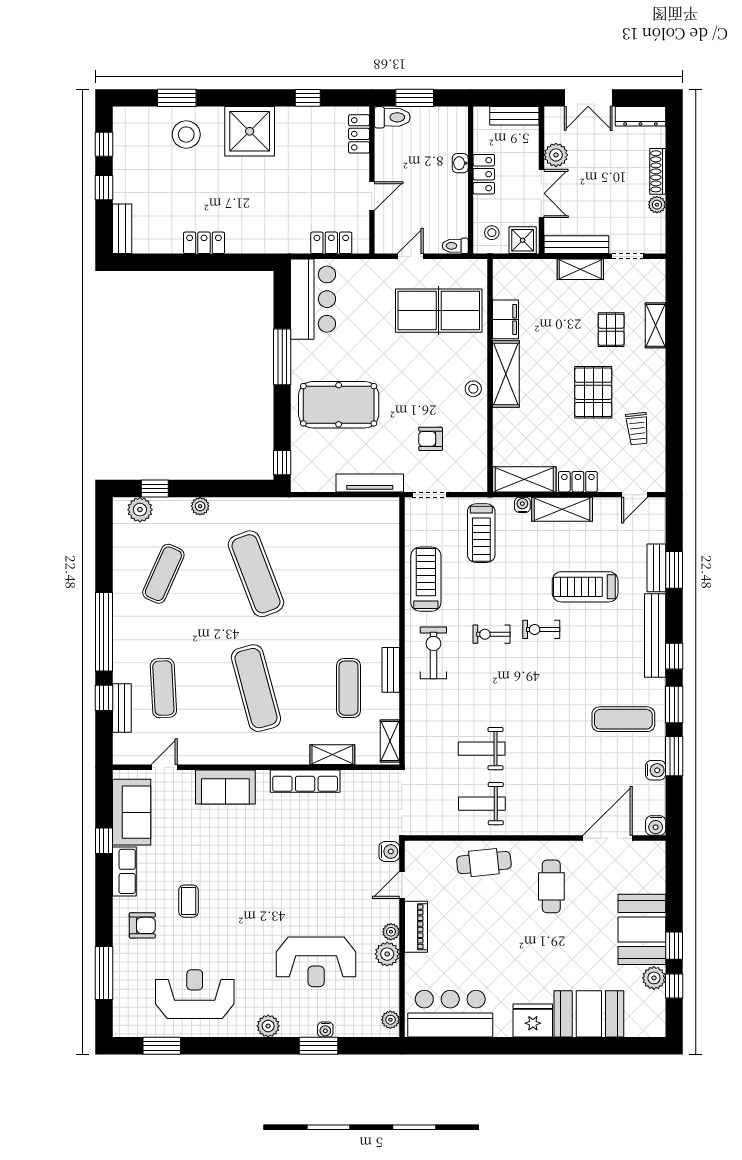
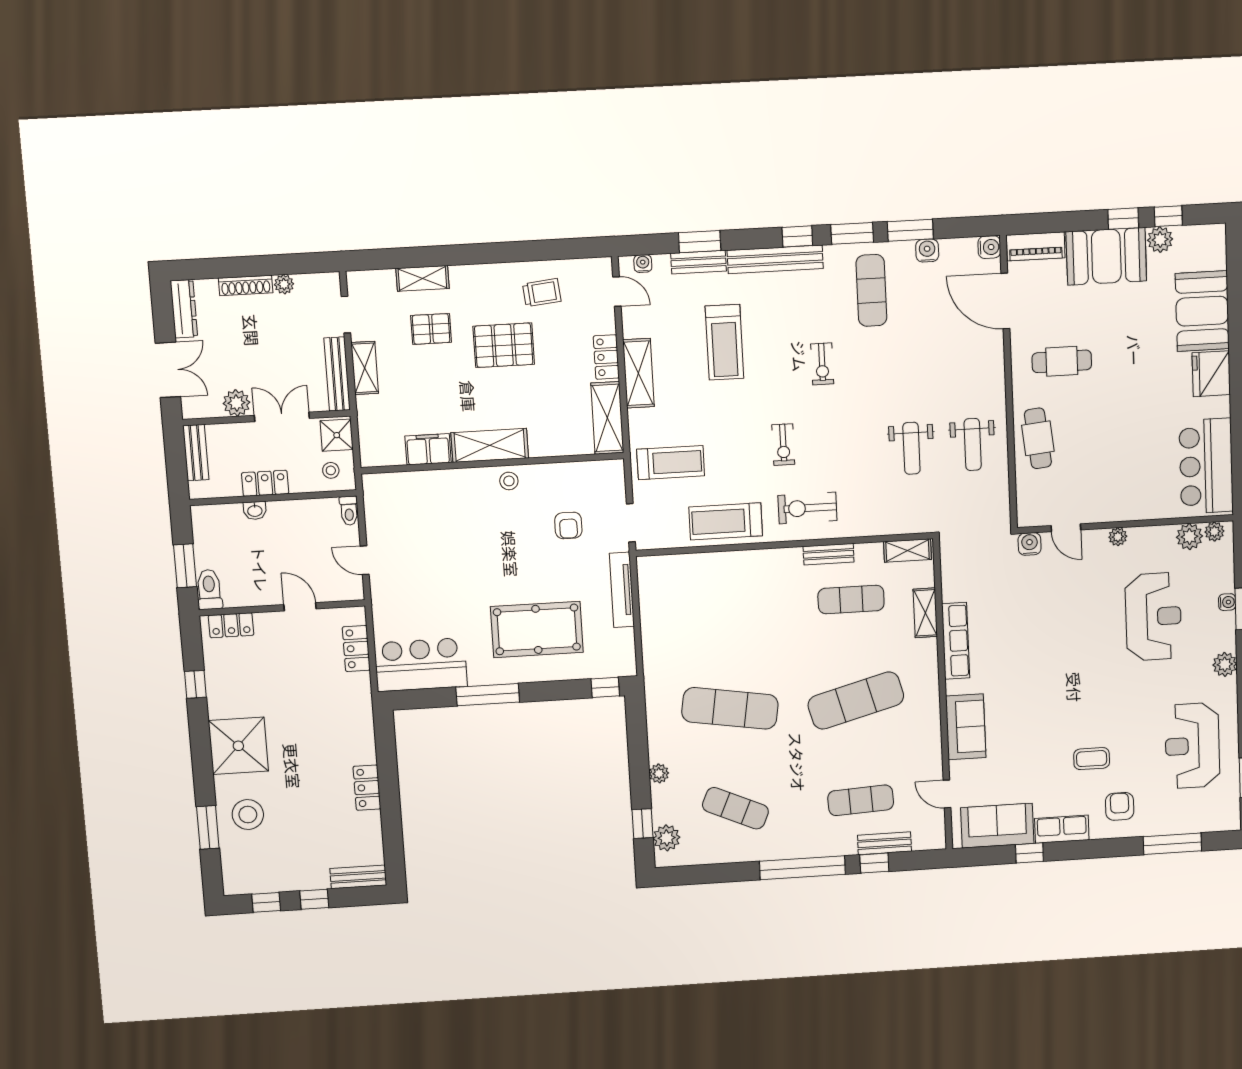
table tennis table: (439, 311) -> (423, 525), removed
pool table: (339, 405) -> (537, 629), turned 90
water cooler: (522, 505) -> (643, 264), moved, turned 90
exercise mat: (256, 574) -> (730, 708), turned 30
exercise bike: (541, 629) -> (822, 364), moved
piano: (416, 927) -> (1036, 246), moved, turned 180
plant: (387, 954) -> (1189, 537), moved

